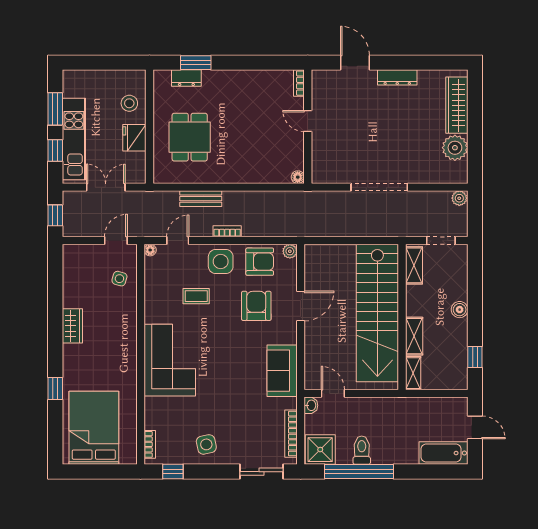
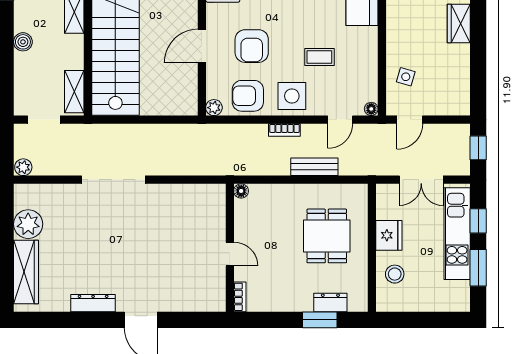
bookcase: (299, 83) -> (240, 297), moved
door: (308, 121) -> (230, 254), moved
wall: (308, 127) -> (230, 248), moved
floor lamp: (298, 177) -> (241, 191), moved

